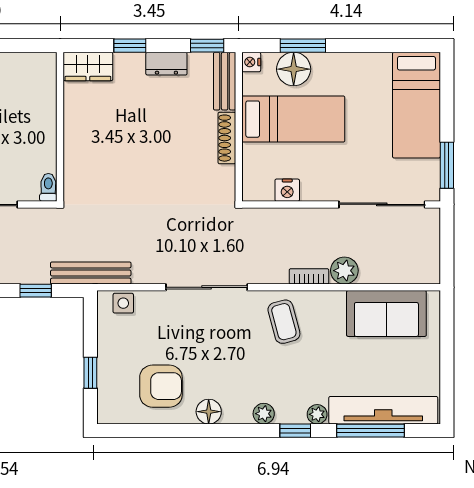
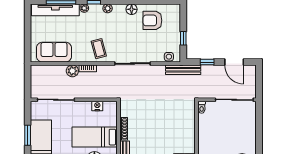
window: (447, 165) -> (28, 135), moved
window: (90, 373) -> (183, 38), moved

